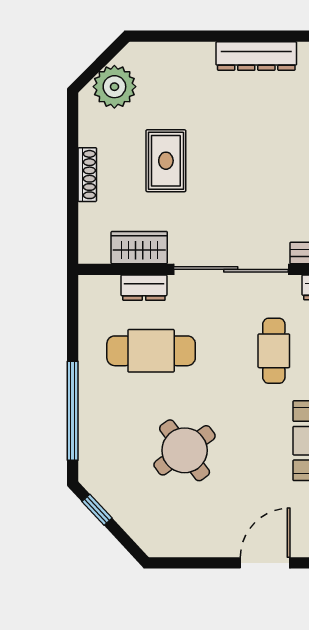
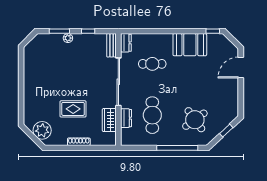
dresser: (256, 56) -> (29, 71), removed
round table: (185, 450) -> (195, 120), moved
window: (97, 510) -> (226, 131), moved
door: (265, 563) -> (241, 68), hinge flipped

